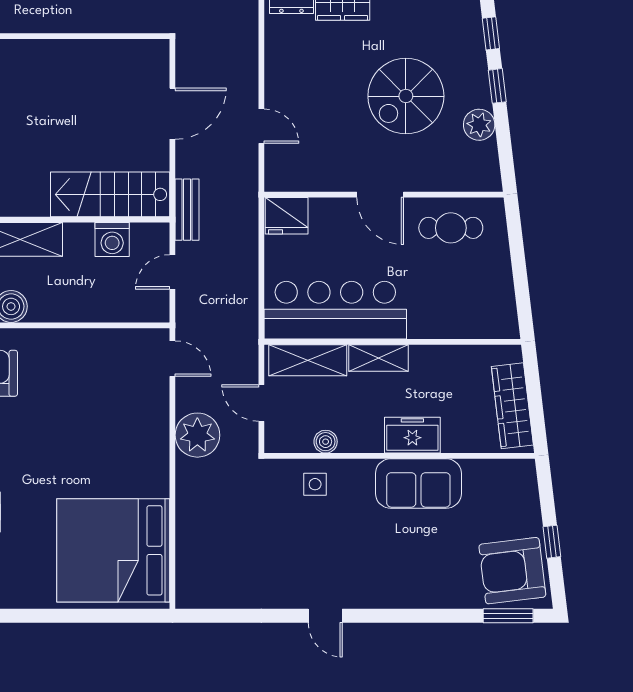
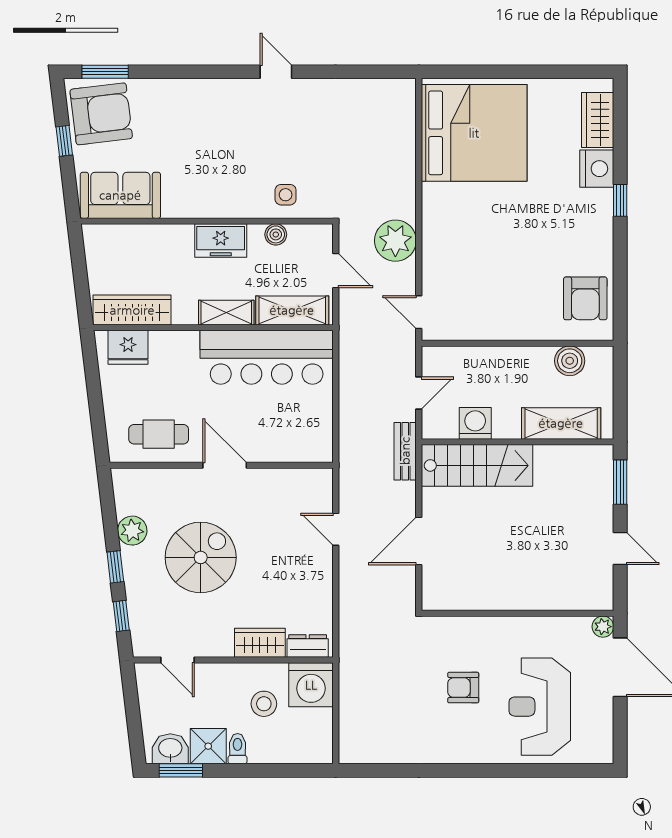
fridge: (287, 216) -> (128, 347), moved, turned 180
wardrobe: (512, 406) -> (132, 310), moved, turned -83
freezer: (412, 435) -> (221, 241), moved
sofa: (418, 483) -> (120, 195), moved

